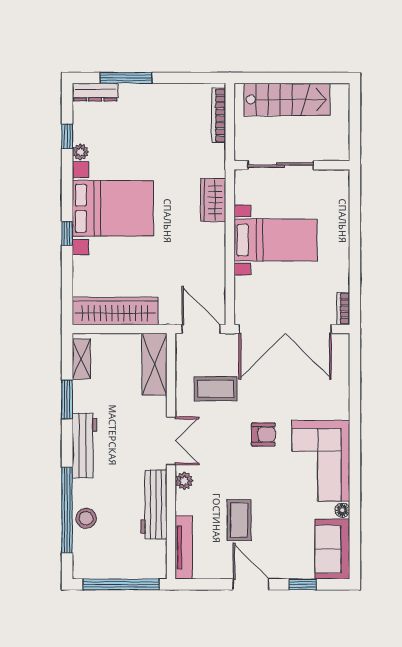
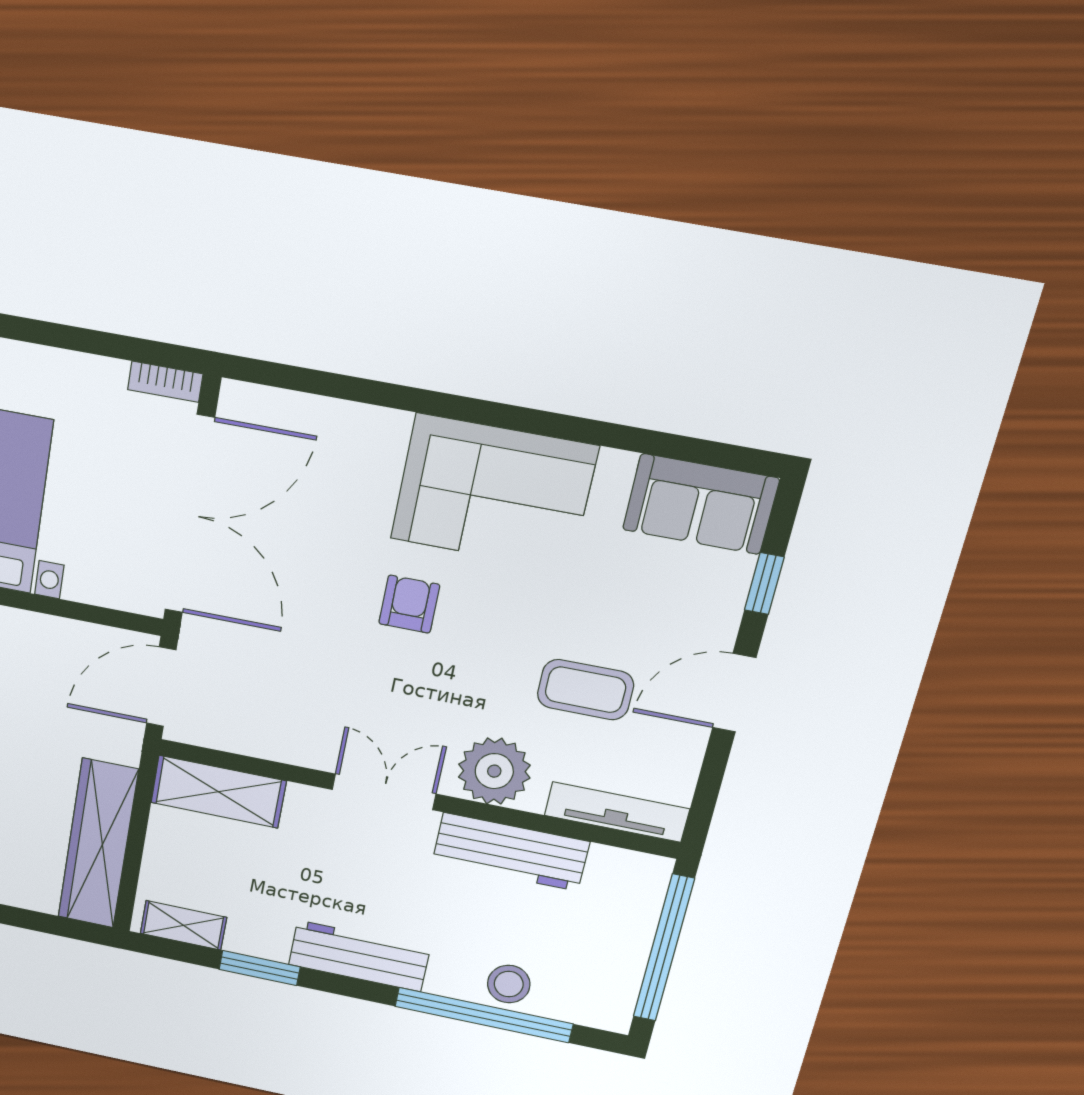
coffee table: (216, 389) -> (292, 682), removed
plant: (184, 481) -> (494, 771), width x1.87, depth x1.87
floor lamp: (342, 510) -> (617, 465), removed

